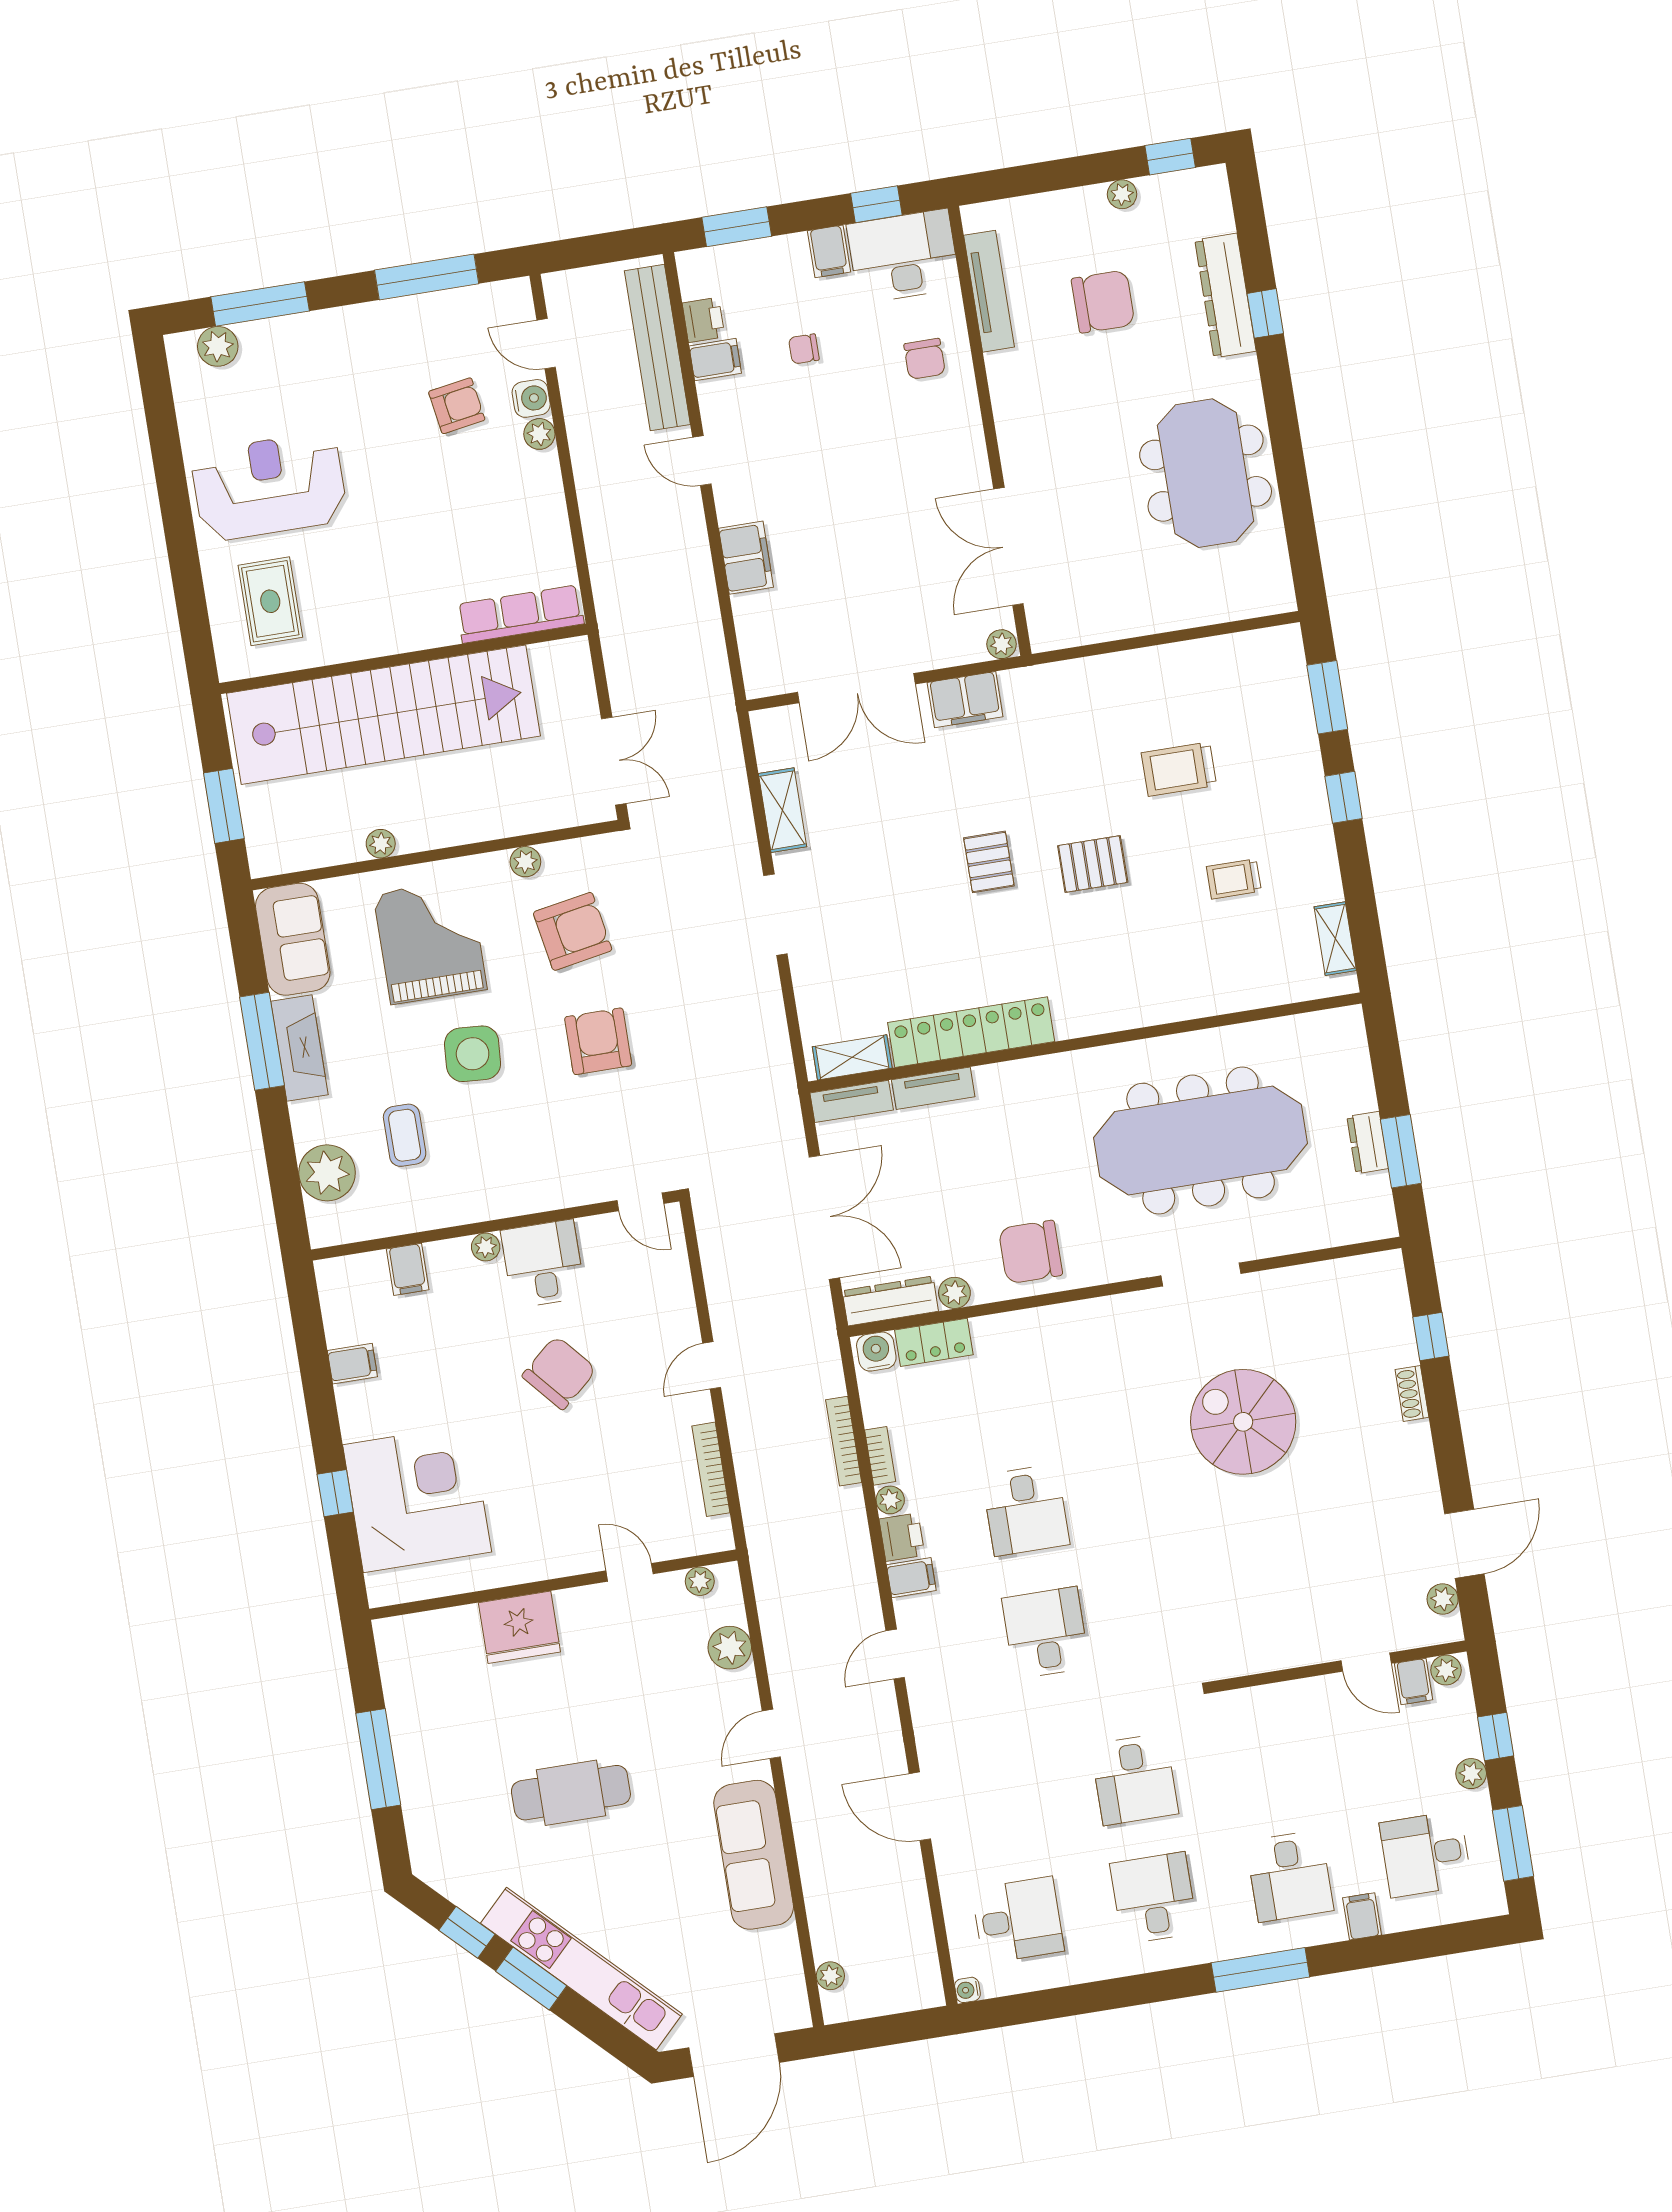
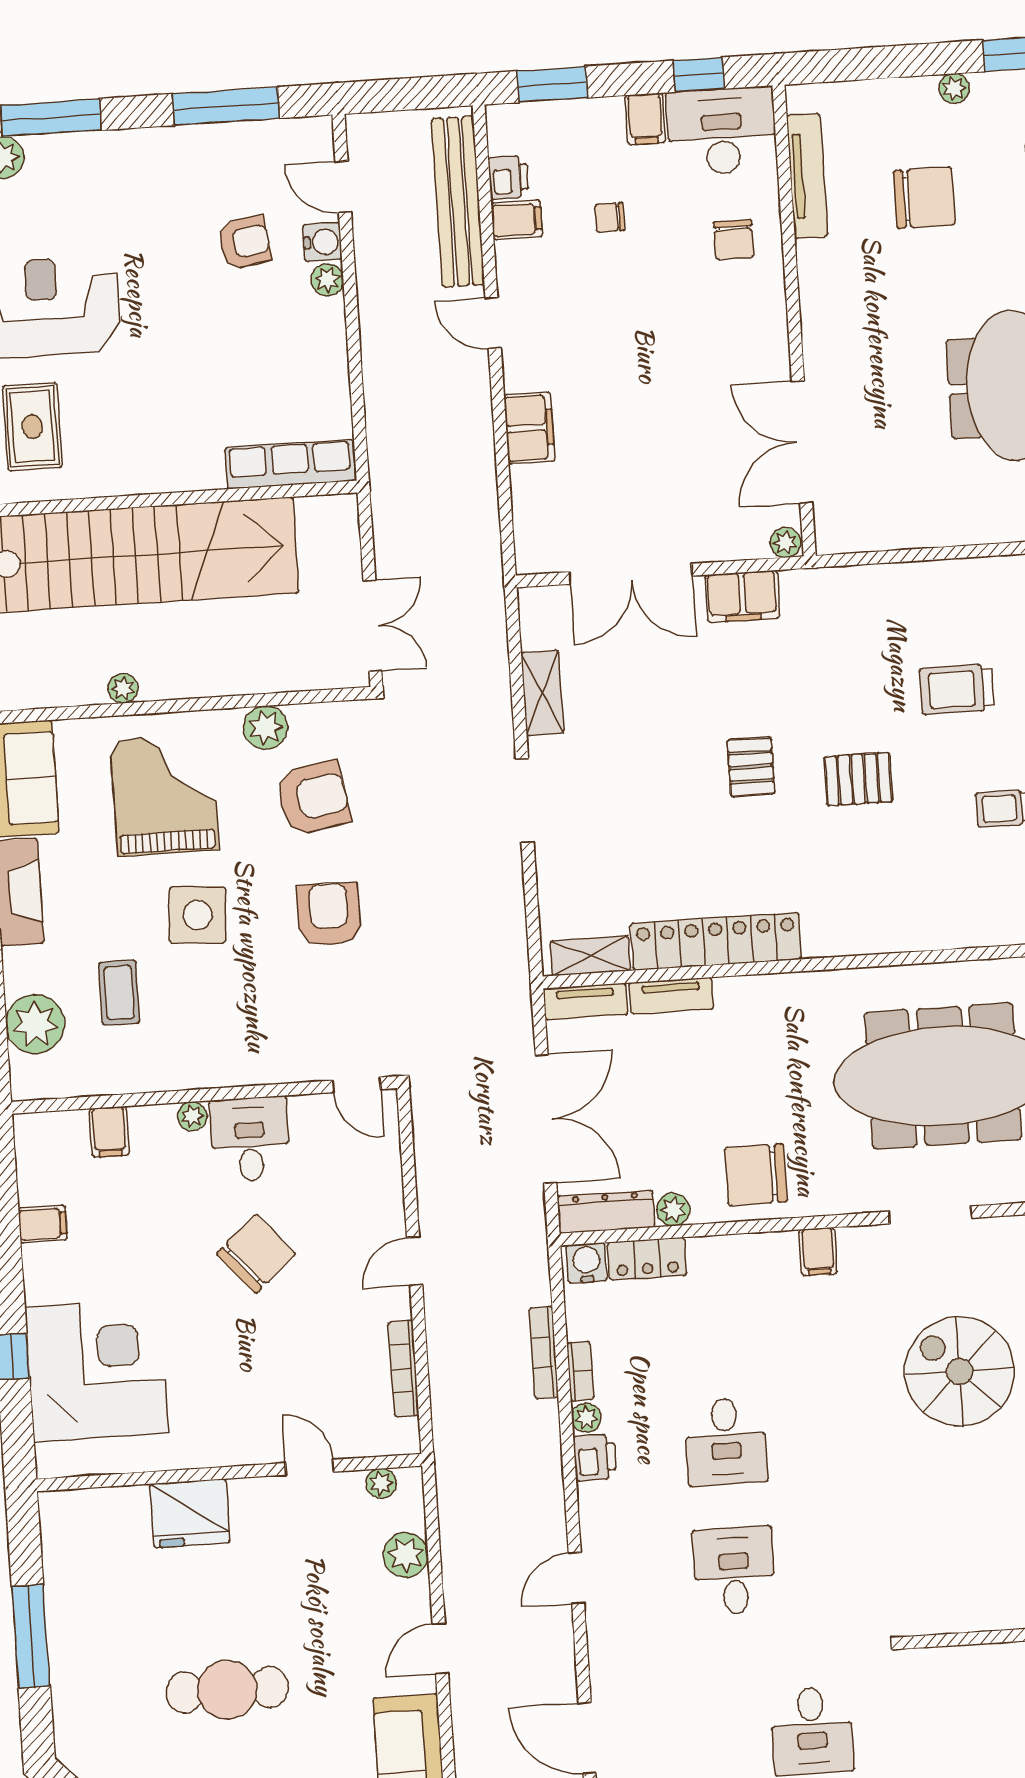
plant: (525, 862) -> (266, 728), width x1.38, depth x1.38
filing cabinet: (911, 1578) -> (818, 1252), moved, turned 90

